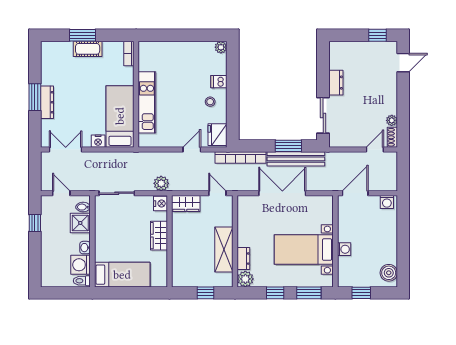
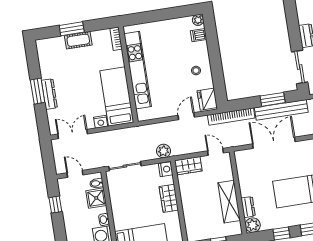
dishwasher: (219, 82) -> (199, 35), moved
kitchen unit: (147, 102) -> (138, 70), width x1.36

